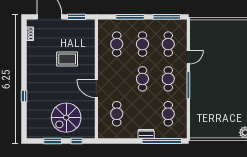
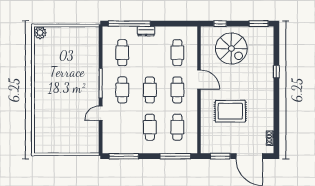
window: (130, 17) -> (175, 156), moved
cafe table: (168, 44) -> (177, 90), moved
rug: (67, 59) -> (230, 111), width x1.36, depth x1.43
spiral stairs: (66, 118) -> (231, 49), turned 90
window: (53, 141) -> (259, 24), moved

